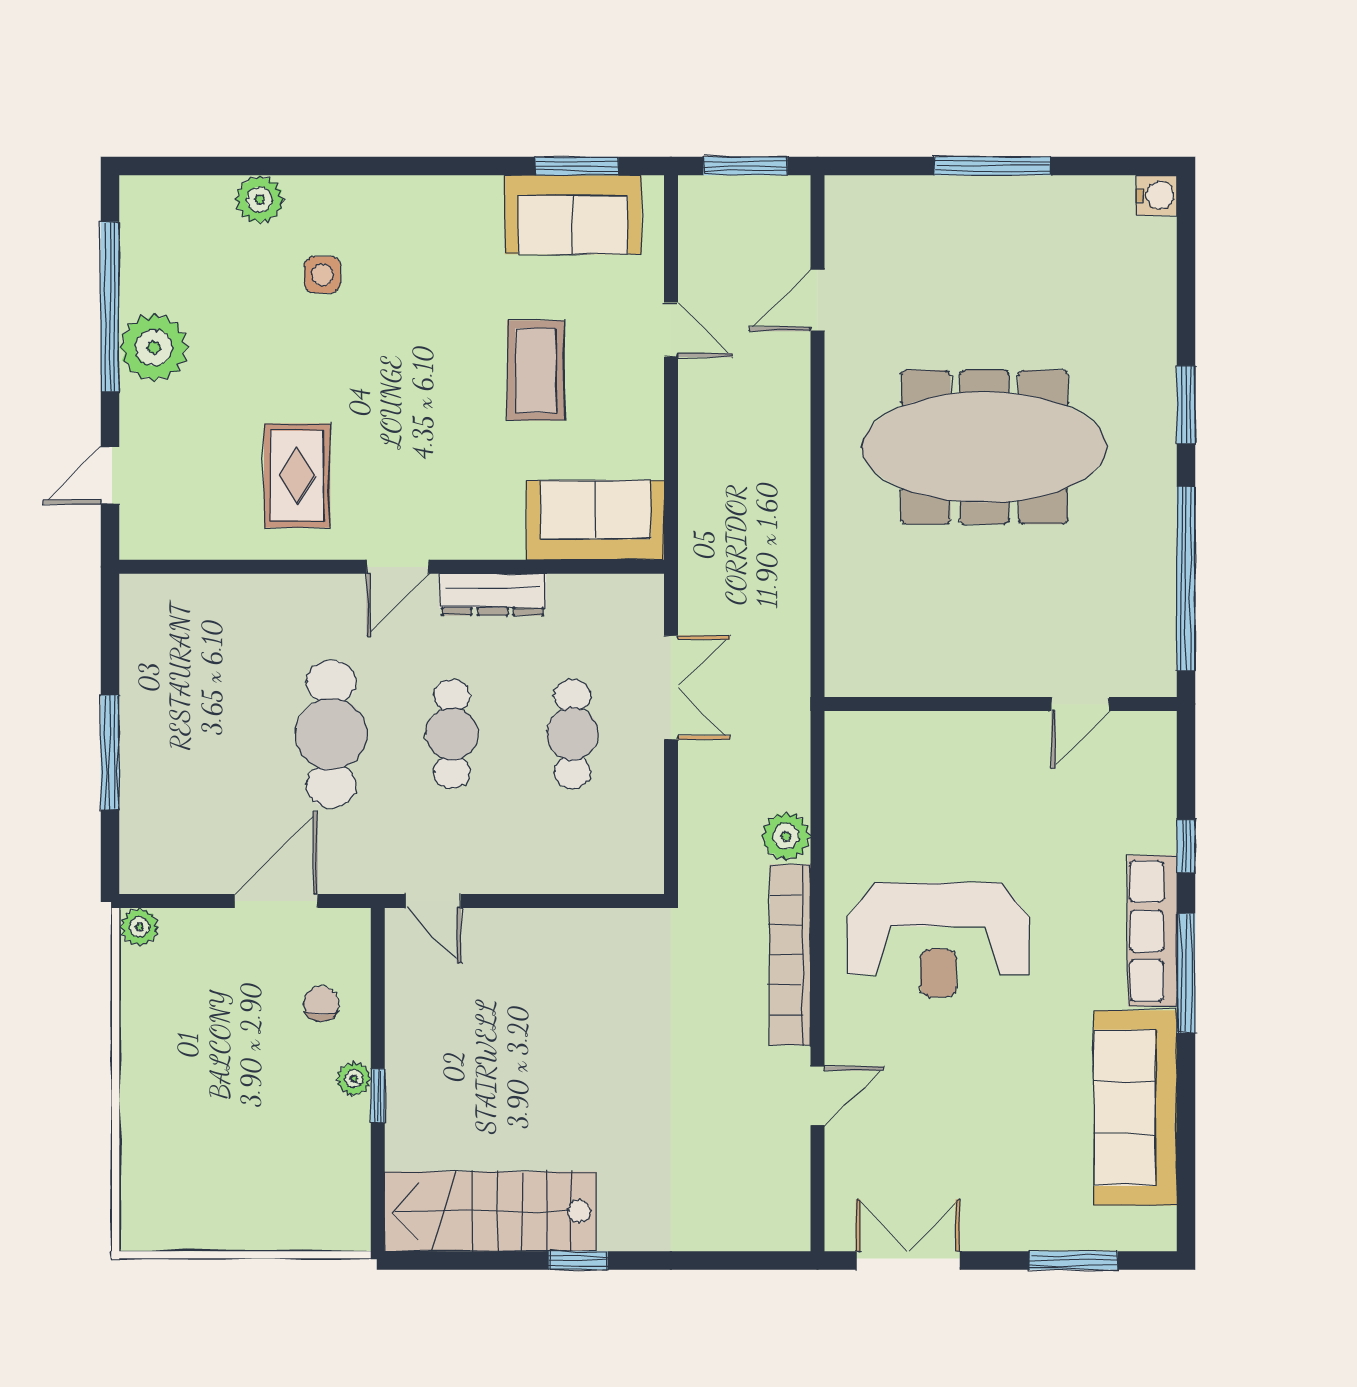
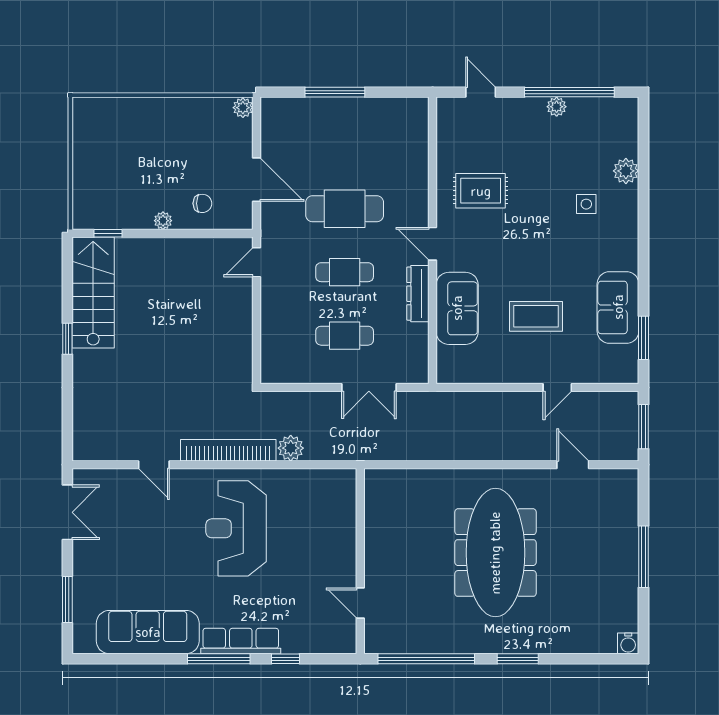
sofa: (573, 215) -> (618, 307), moved
plant: (154, 347) -> (557, 107), width x0.53, depth x0.53
sofa: (595, 520) -> (457, 308), moved
window: (378, 1096) -> (108, 233), moved

